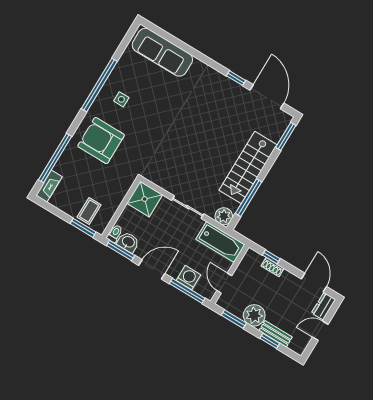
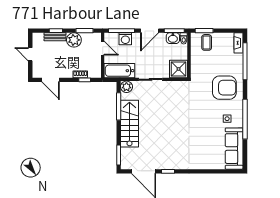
sofa: (162, 52) -> (234, 149), moved, turned -90
dresser: (323, 306) -> (37, 70), removed
door: (320, 331) -> (30, 54), swing flipped

